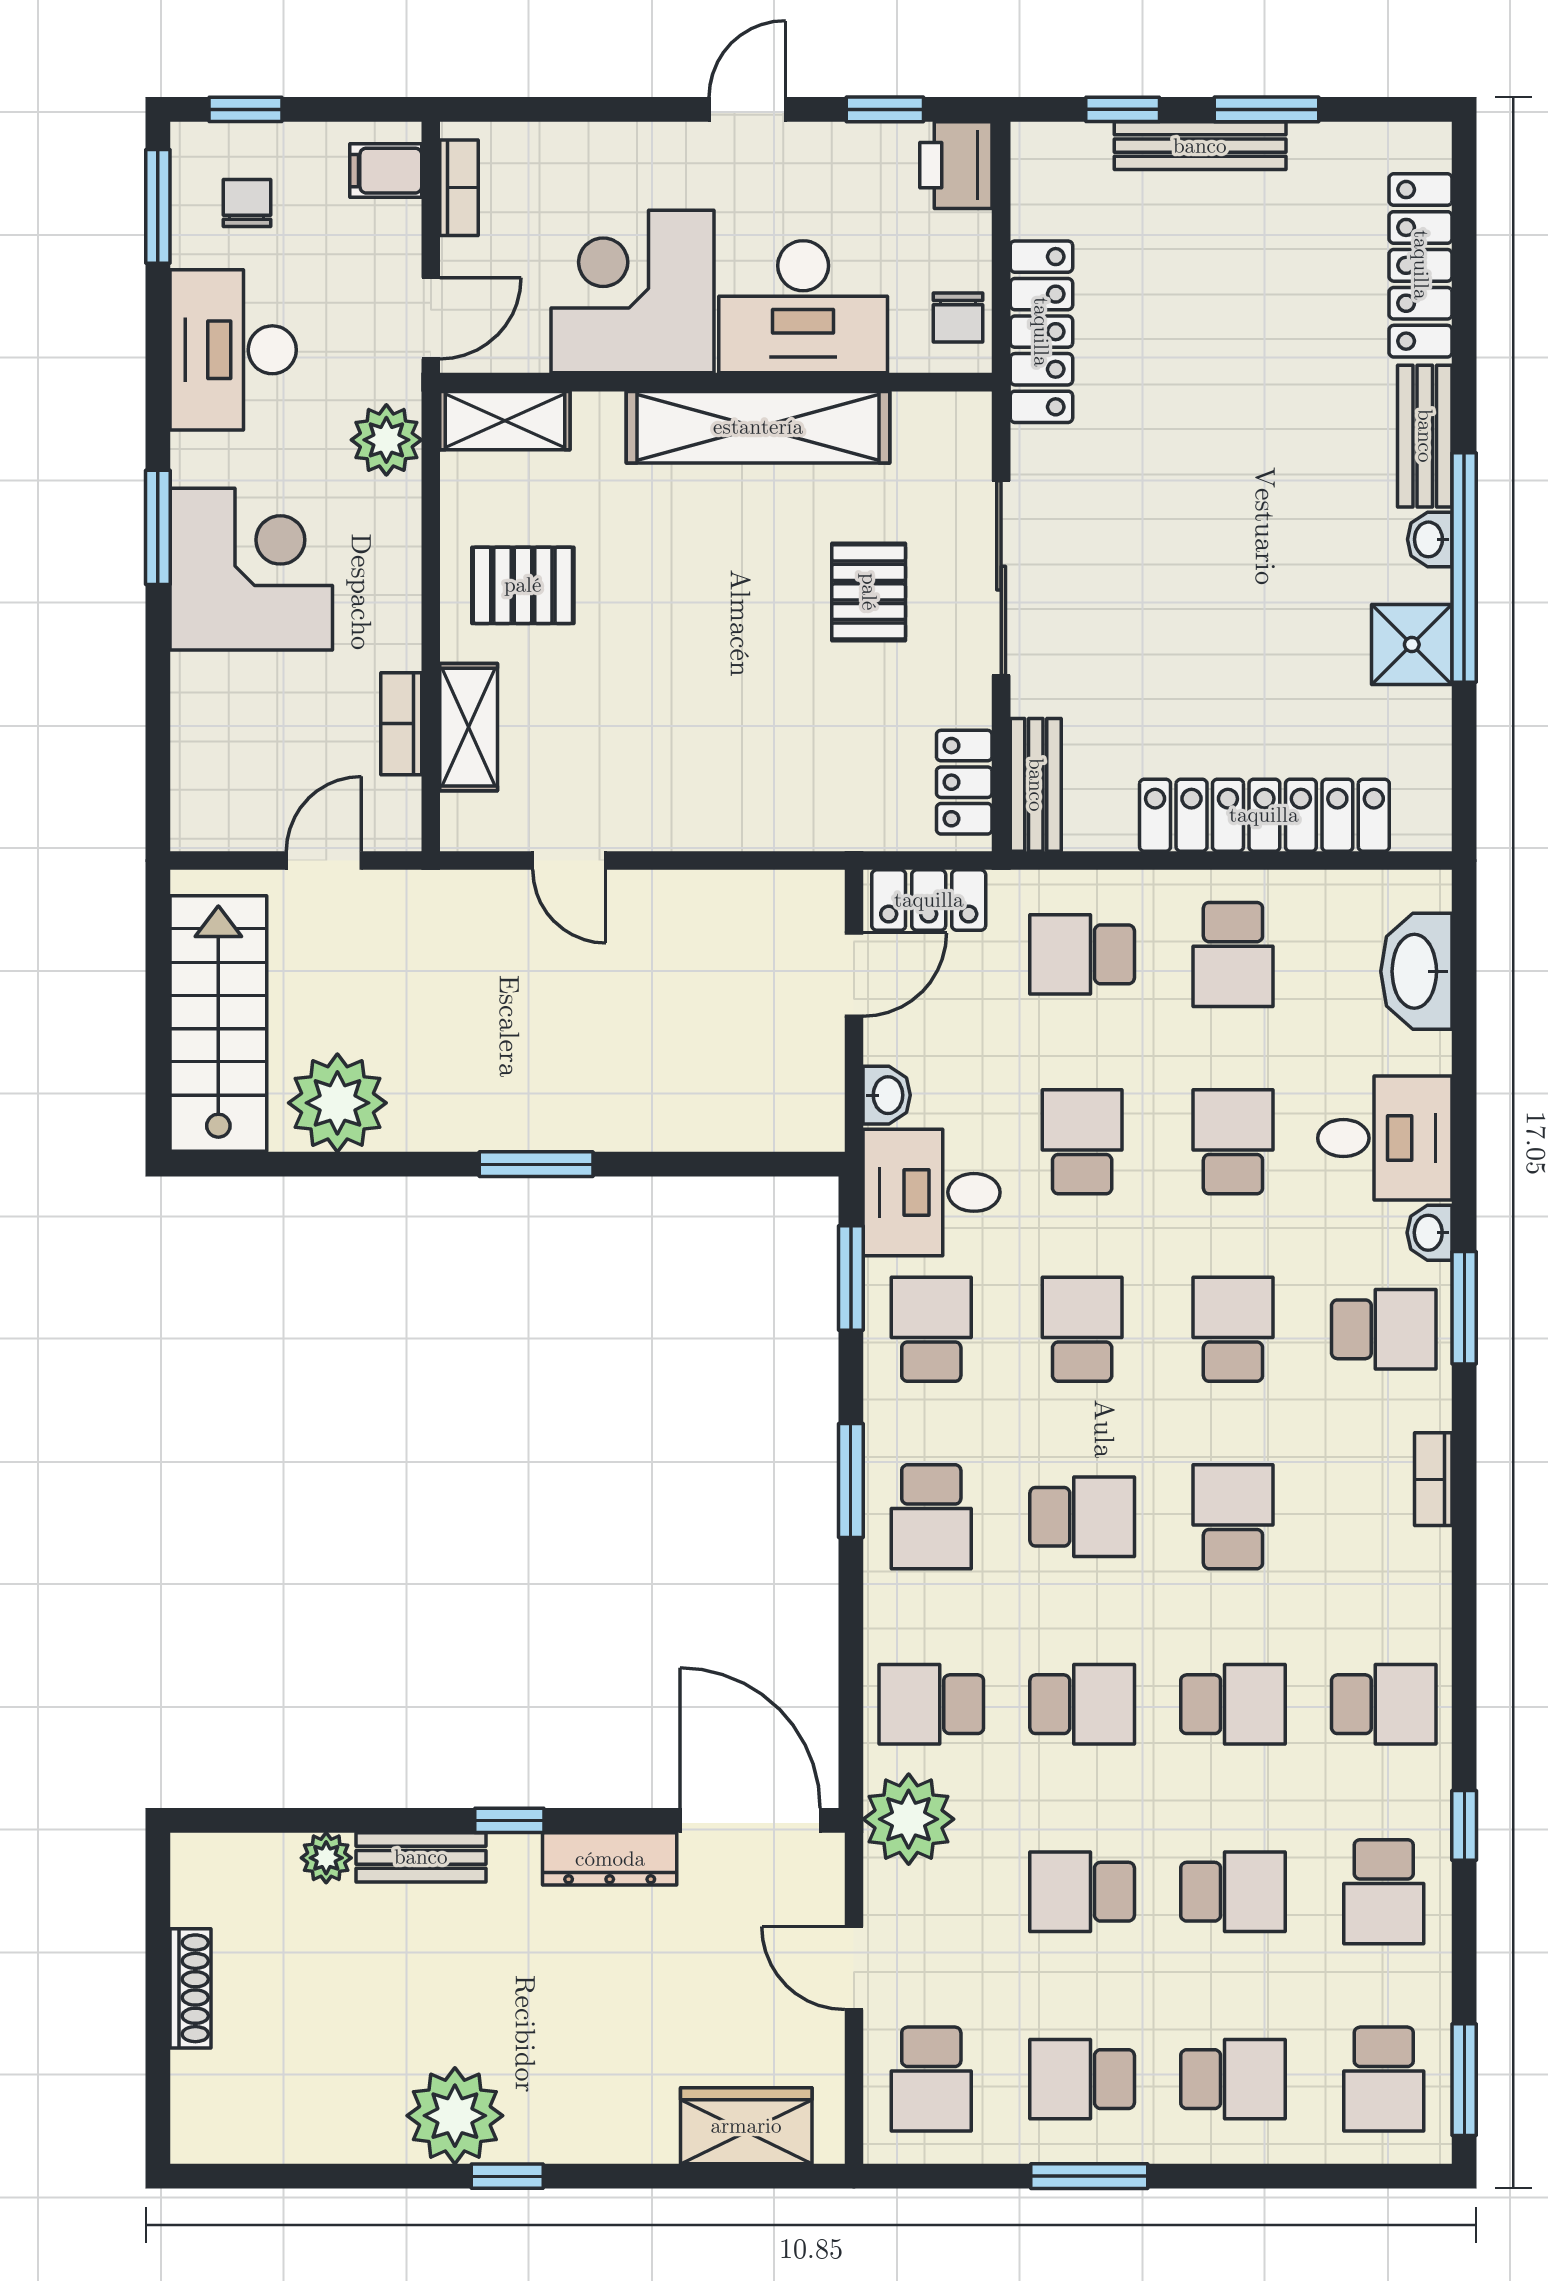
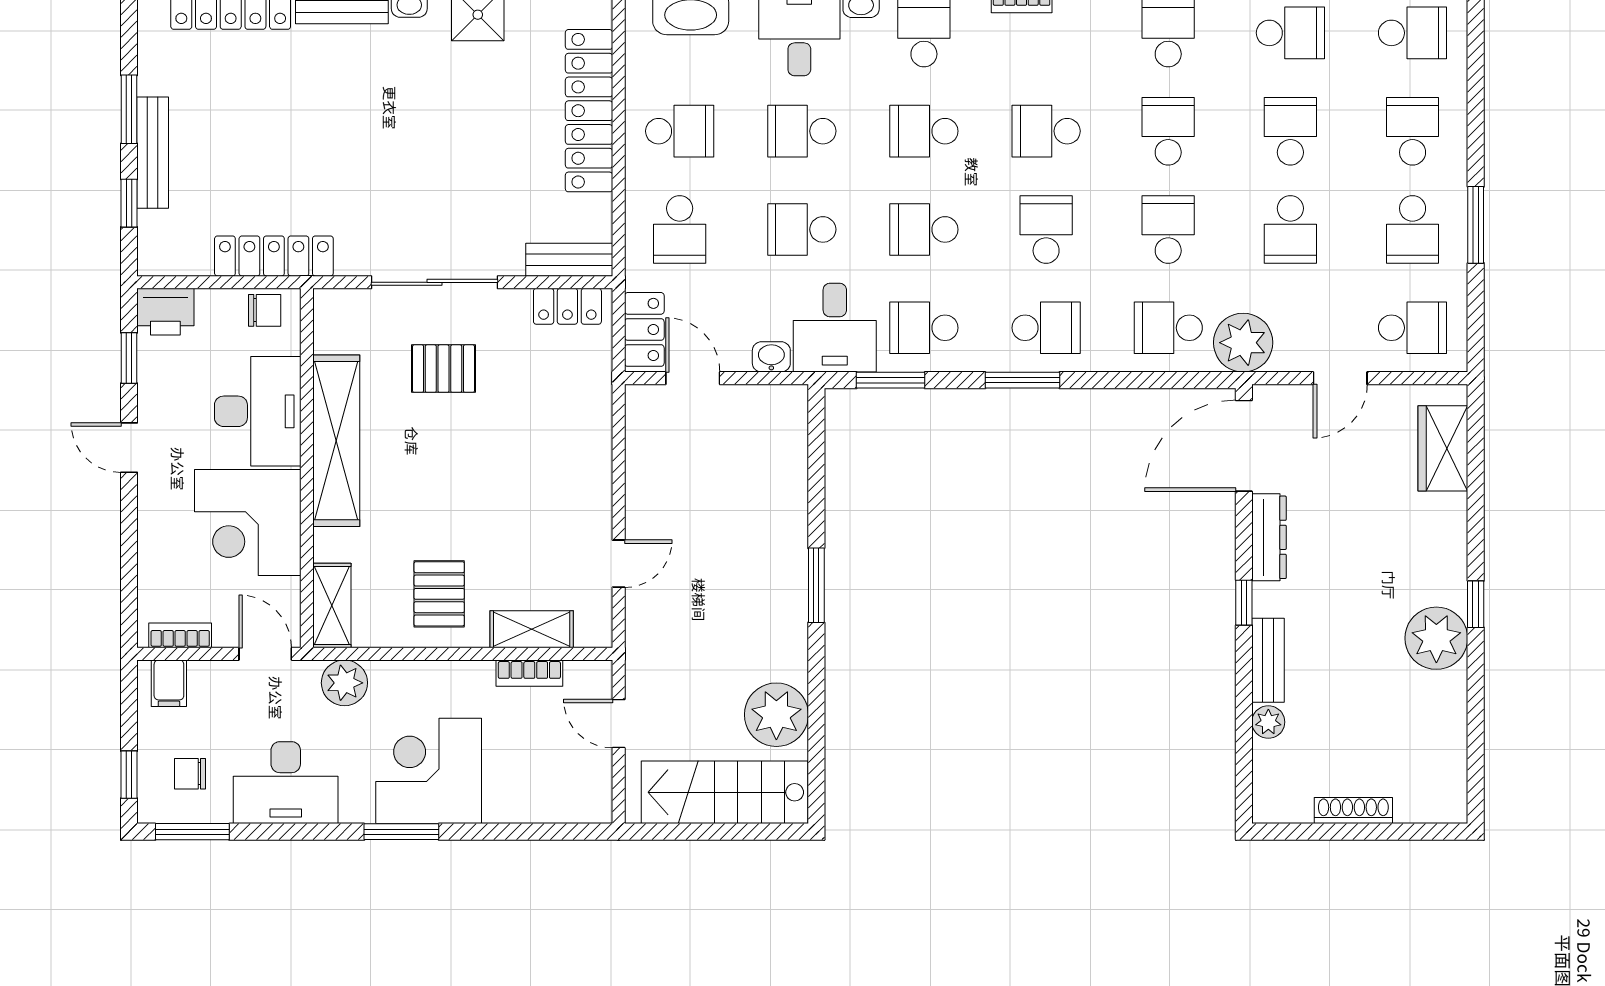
school desk: (931, 1704) -> (1168, 328), turned 90

